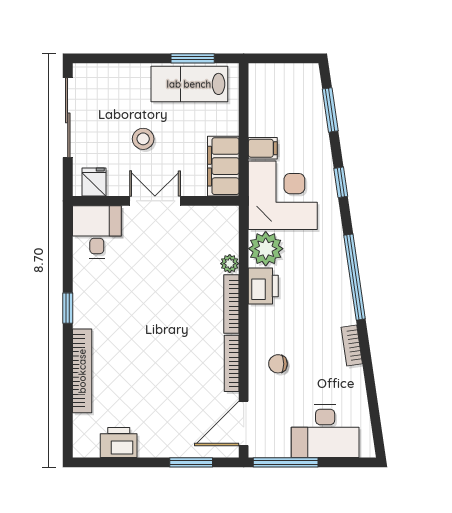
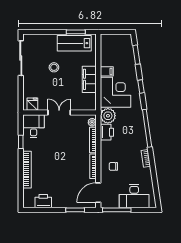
fridge: (94, 182) -> (32, 104), moved
double door: (155, 201) -> (59, 112), moved
wall: (156, 201) -> (60, 112), moved
desk: (97, 232) -> (34, 126), moved

